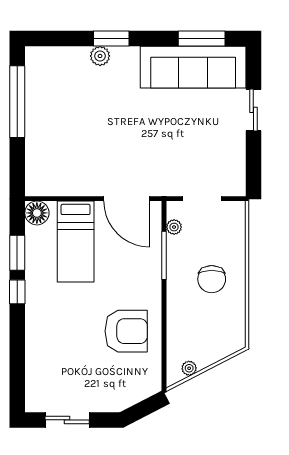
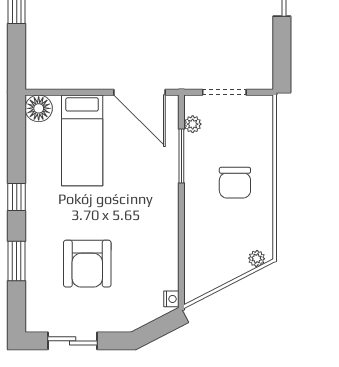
window: (17, 253) -> (17, 261), moved
armchair: (126, 331) -> (87, 264), moved, turned 90
plant: (189, 368) -> (257, 259), moved
nightstand: (155, 383) -> (171, 299), added

